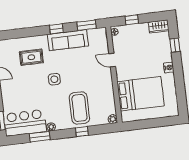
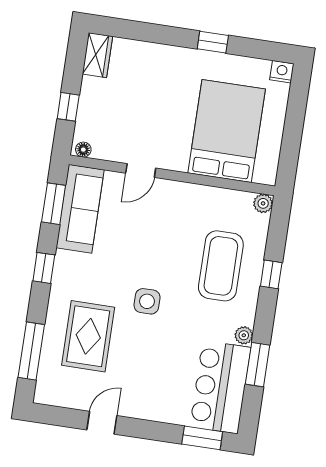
window: (18, 34) -> (31, 351), added
sofa: (68, 40) -> (80, 209), moved
window: (175, 45) -> (213, 42), moved
rug: (31, 57) -> (88, 336), width x1.36, depth x1.43
nightstand: (169, 68) -> (282, 72), moved
coffee table: (79, 108) -> (221, 266), turned 90

